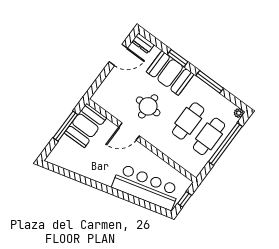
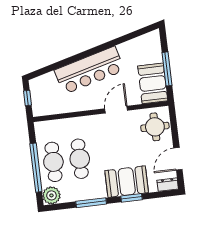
round table: (148, 106) -> (155, 127), moved
plant: (239, 113) -> (51, 195), width x1.87, depth x1.87
bar counter: (146, 187) -> (89, 70), moved

